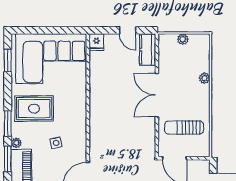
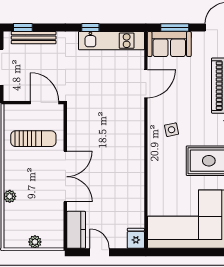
side table: (56, 143) -> (172, 130), moved

